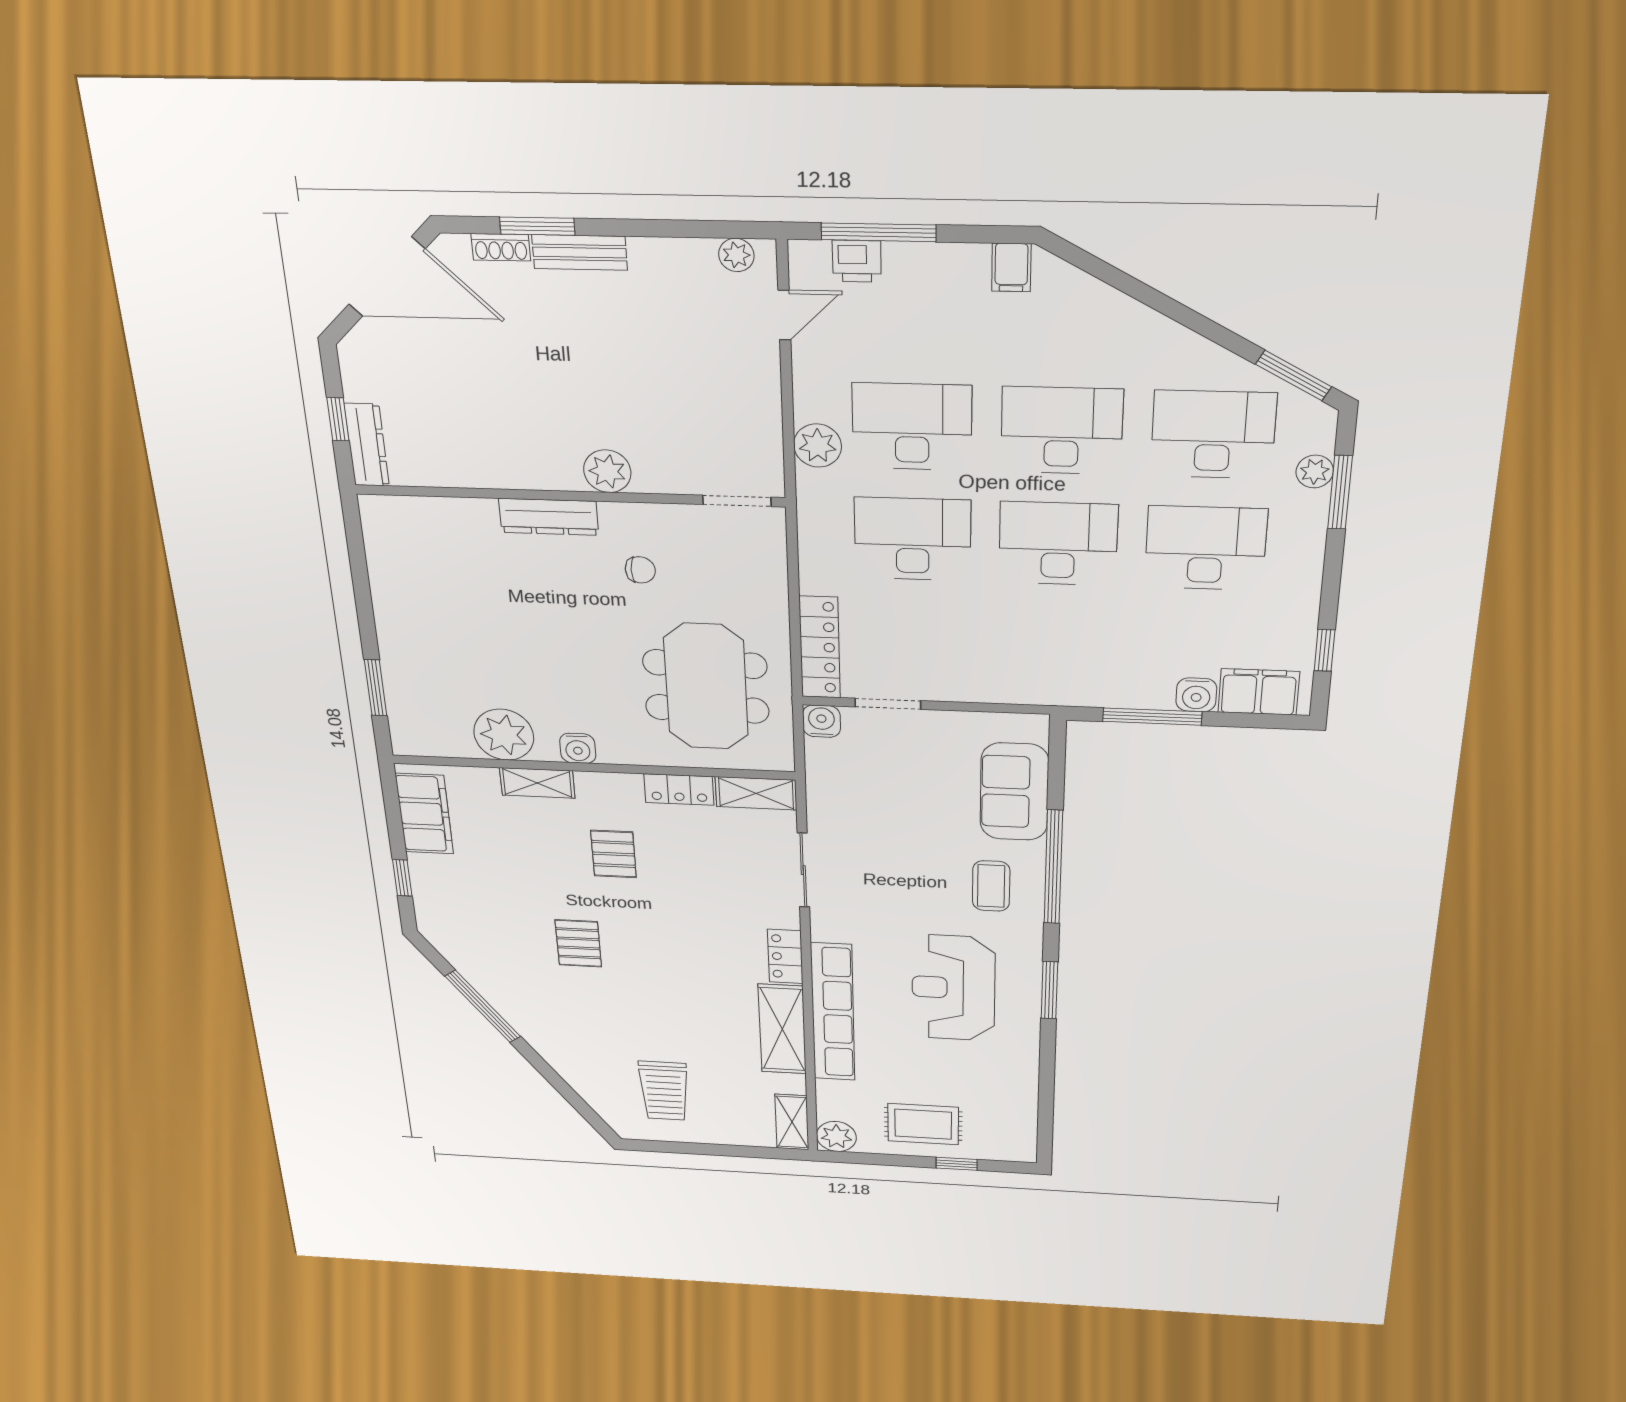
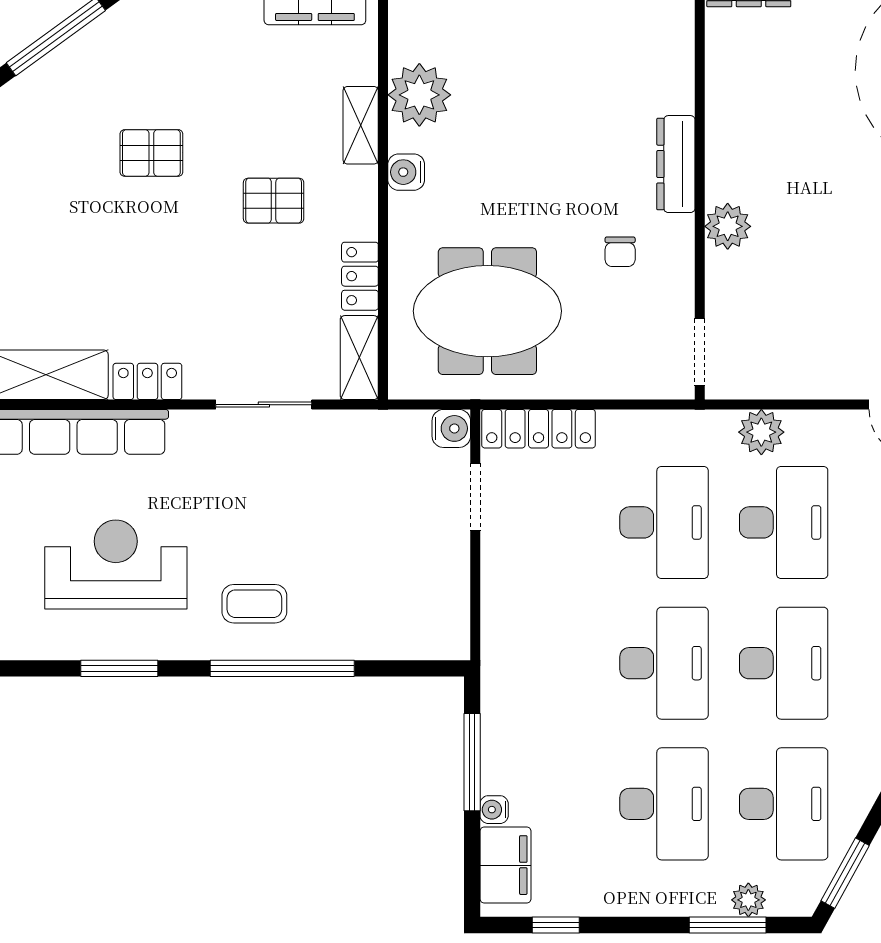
water cooler: (1196, 695) -> (494, 810), width x0.72, depth x0.72
sofa: (1014, 792) -> (375, 626), removed

